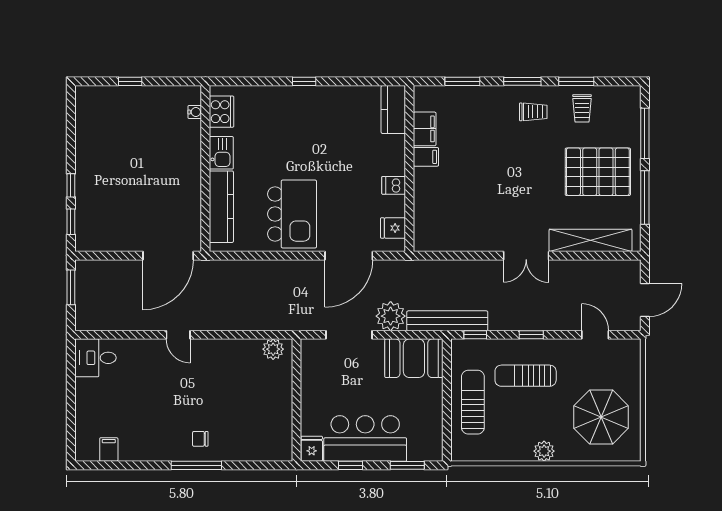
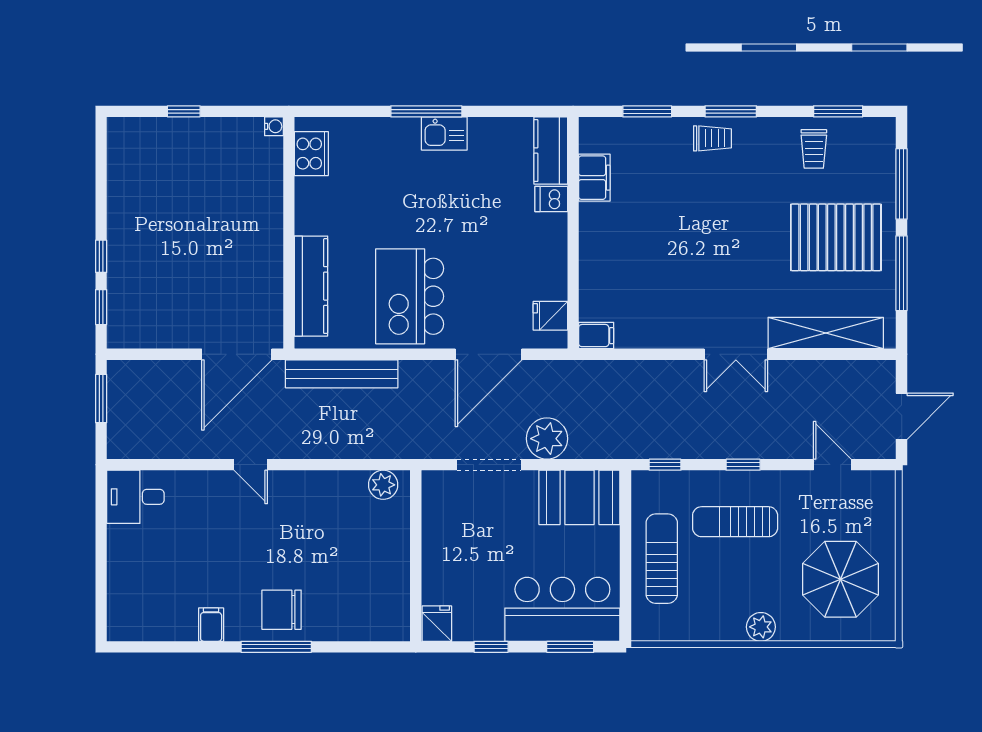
window: (304, 81) -> (426, 111), width x2.17
window: (576, 81) -> (838, 111), moved
water cooler: (195, 112) -> (274, 126), moved
trolley: (533, 112) -> (712, 138), moved
kitchen sink: (221, 153) -> (444, 133), moved, turned 90
filing cabinet: (426, 157) -> (596, 336), moved
dishwasher: (394, 185) -> (551, 199), moved
kitchen island: (292, 214) -> (410, 296), turned 180
bench: (447, 321) -> (342, 374), moved
chair: (200, 439) -> (282, 610), width x1.87, depth x1.87
bar counter: (365, 439) -> (562, 609), moved
filing cabinet: (109, 449) -> (211, 625), moved

